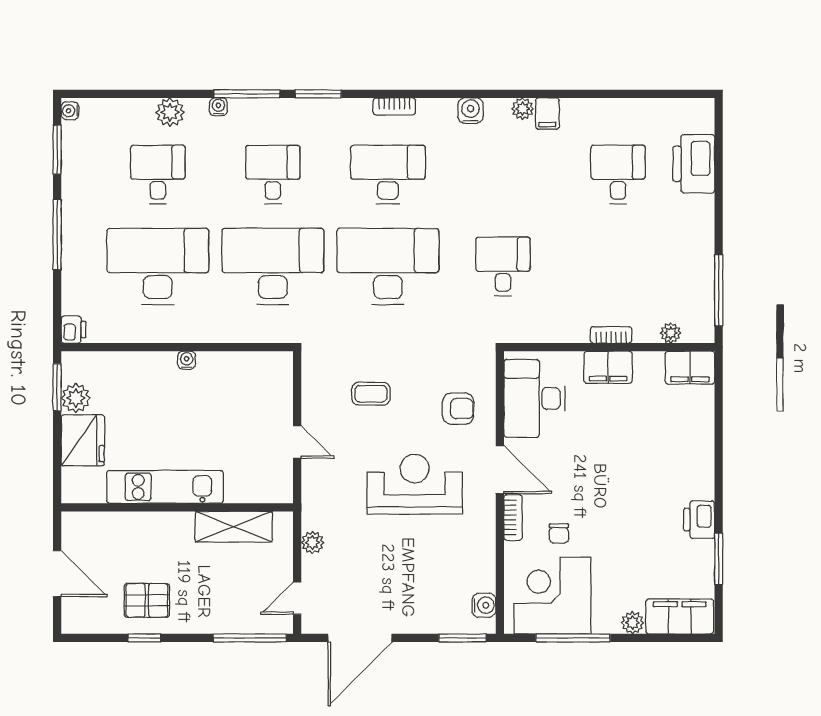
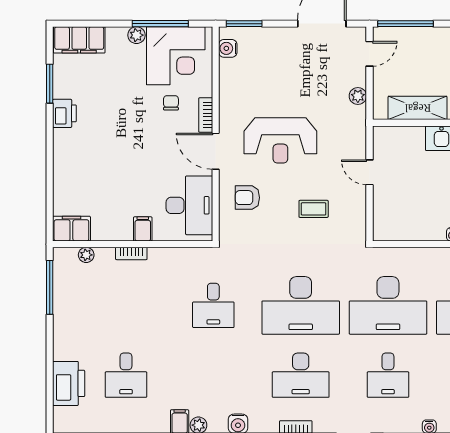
filing cabinet: (608, 367) -> (143, 229), width x0.50
plant: (633, 623) -> (136, 35), moved

